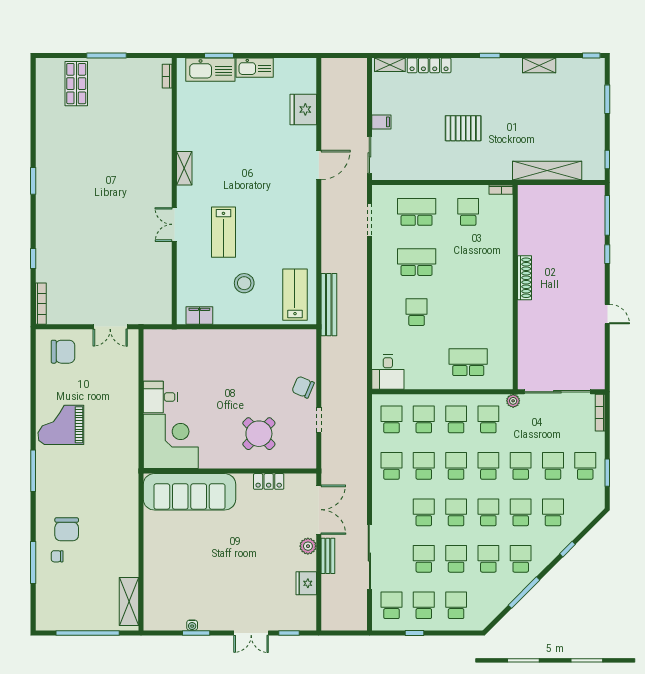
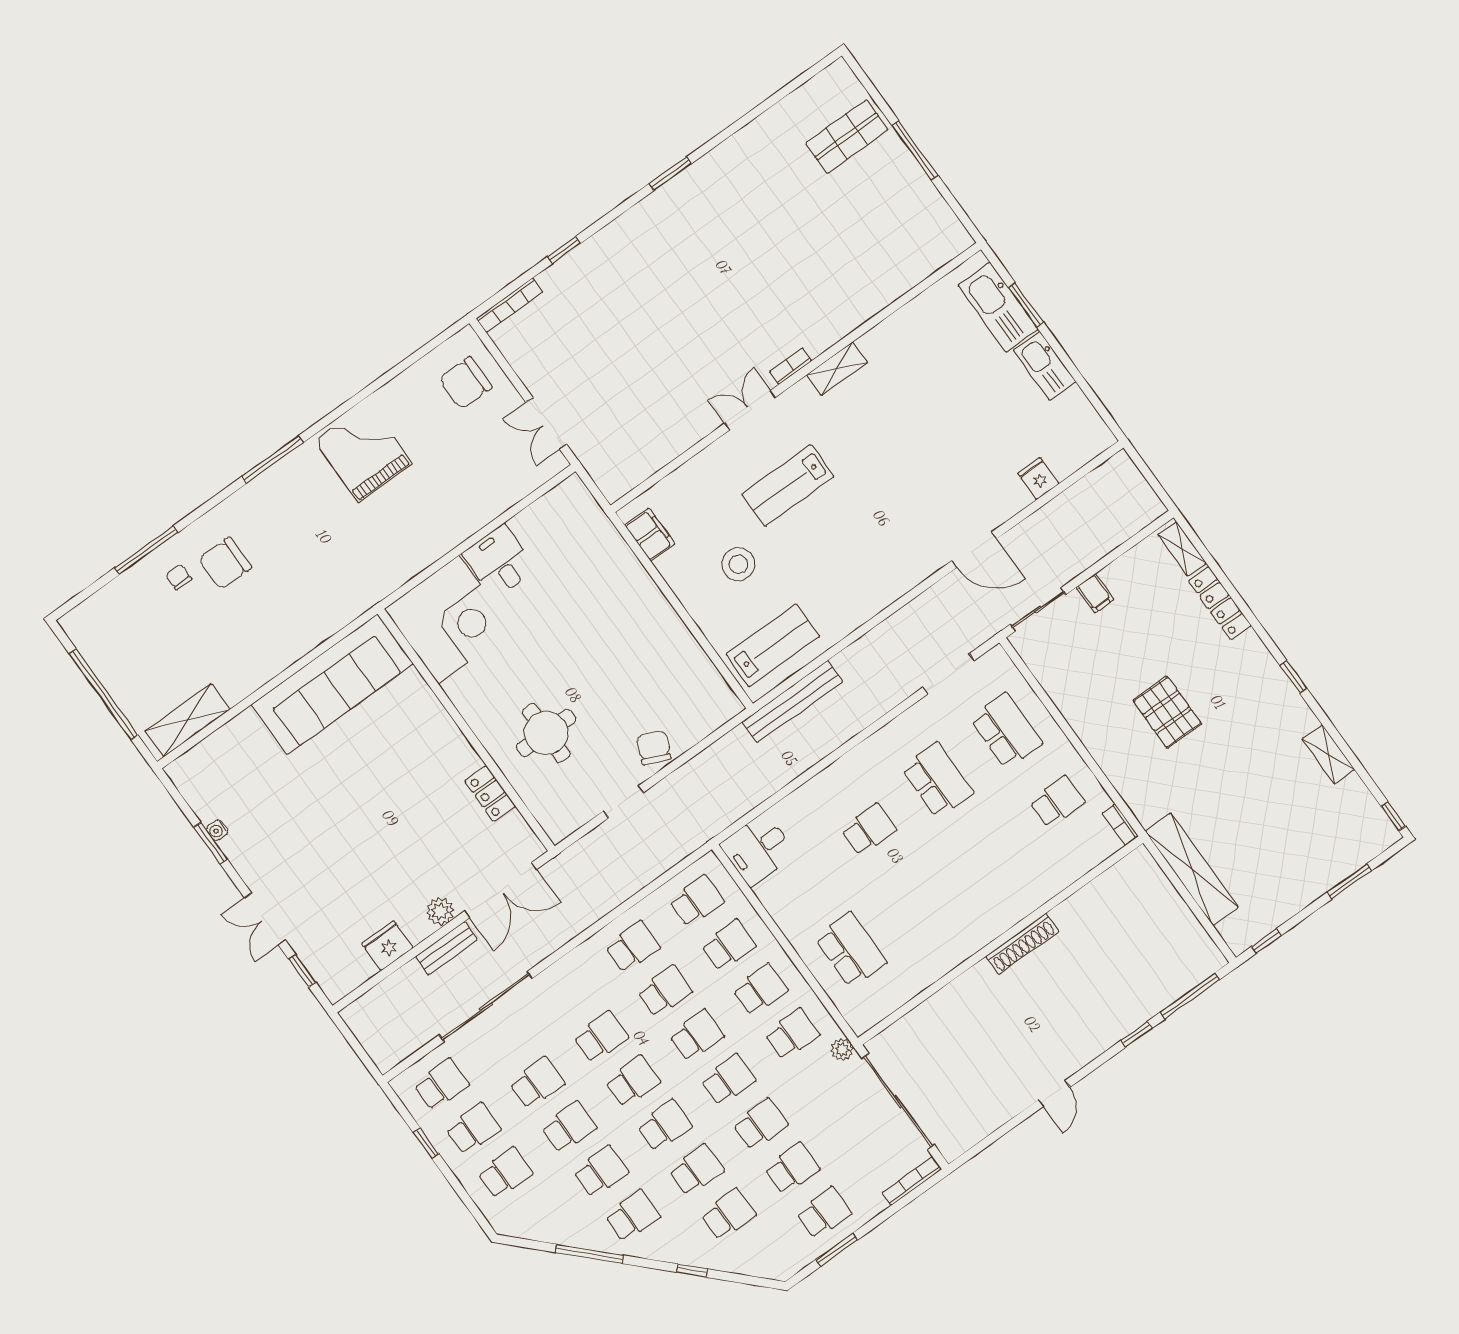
bookcase: (167, 76) -> (791, 366), moved
fridge: (303, 109) -> (1038, 478), width x0.53, depth x0.75
chair: (63, 352) -> (465, 383), turned 90
round table: (259, 434) -> (546, 733), turned 45
sofa: (189, 492) -> (332, 684), moved, turned -90

